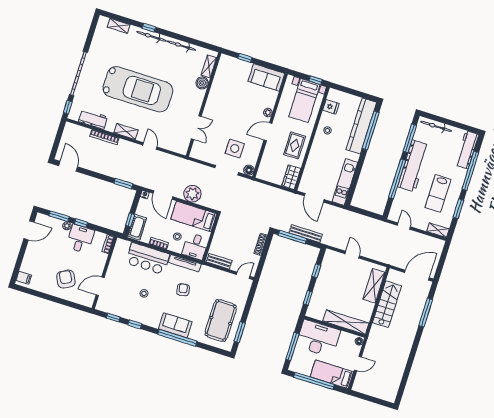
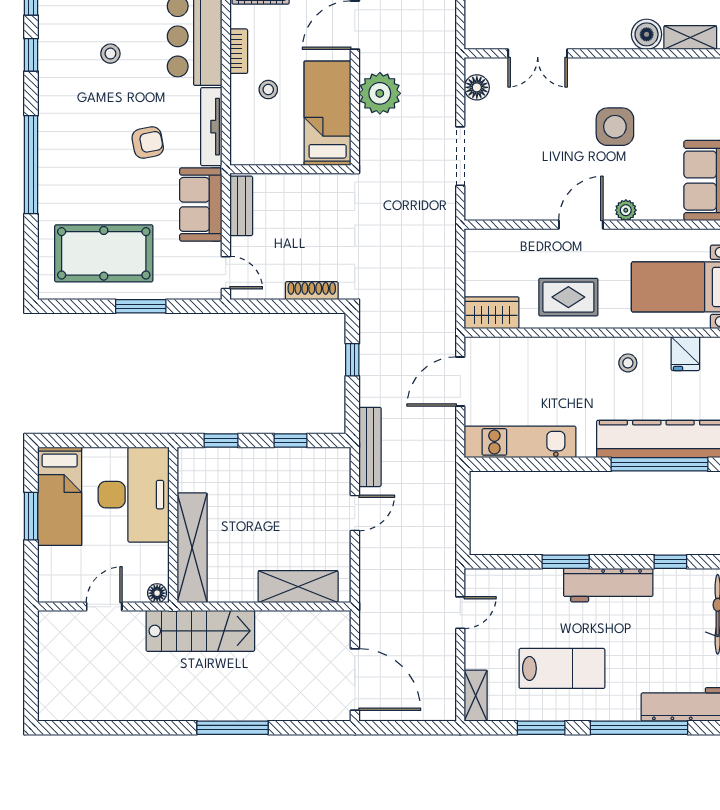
door: (268, 132) -> (581, 225), hinge flipped
window: (410, 138) -> (670, 562), width x0.46
side table: (235, 149) -> (615, 127), moved
workbench: (413, 166) -> (608, 585), width x0.73, depth x0.76
floor lamp: (249, 170) -> (477, 87), moved
window: (397, 179) -> (566, 562), width x0.47
lab bench: (438, 193) -> (562, 668), turned 180
bench: (306, 234) -> (370, 447), moved
window: (292, 237) -> (352, 360), width x0.46
desk: (195, 246) -> (258, 139), removed
stairs: (387, 304) -> (200, 631), moved
window: (426, 313) -> (233, 728), moved
sofa: (175, 325) -> (201, 204), moved, turned 180
window: (240, 332) -> (141, 306), moved
window: (292, 347) -> (96, 441), removed
door: (358, 363) -> (104, 607), swing flipped
bed: (332, 374) -> (60, 496), moved, turned 180
window: (314, 381) -> (31, 516), width x0.47

